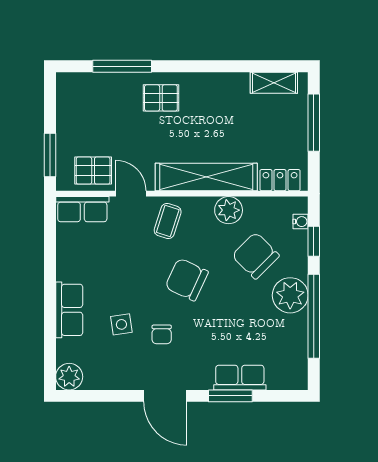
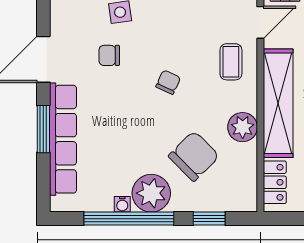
coffee table: (168, 221) -> (231, 62), turned 72
water cooler: (301, 222) -> (122, 204), moved
chair: (187, 280) -> (168, 82), width x0.54, depth x0.54
row of seats: (240, 378) -> (63, 139), width x2.02

